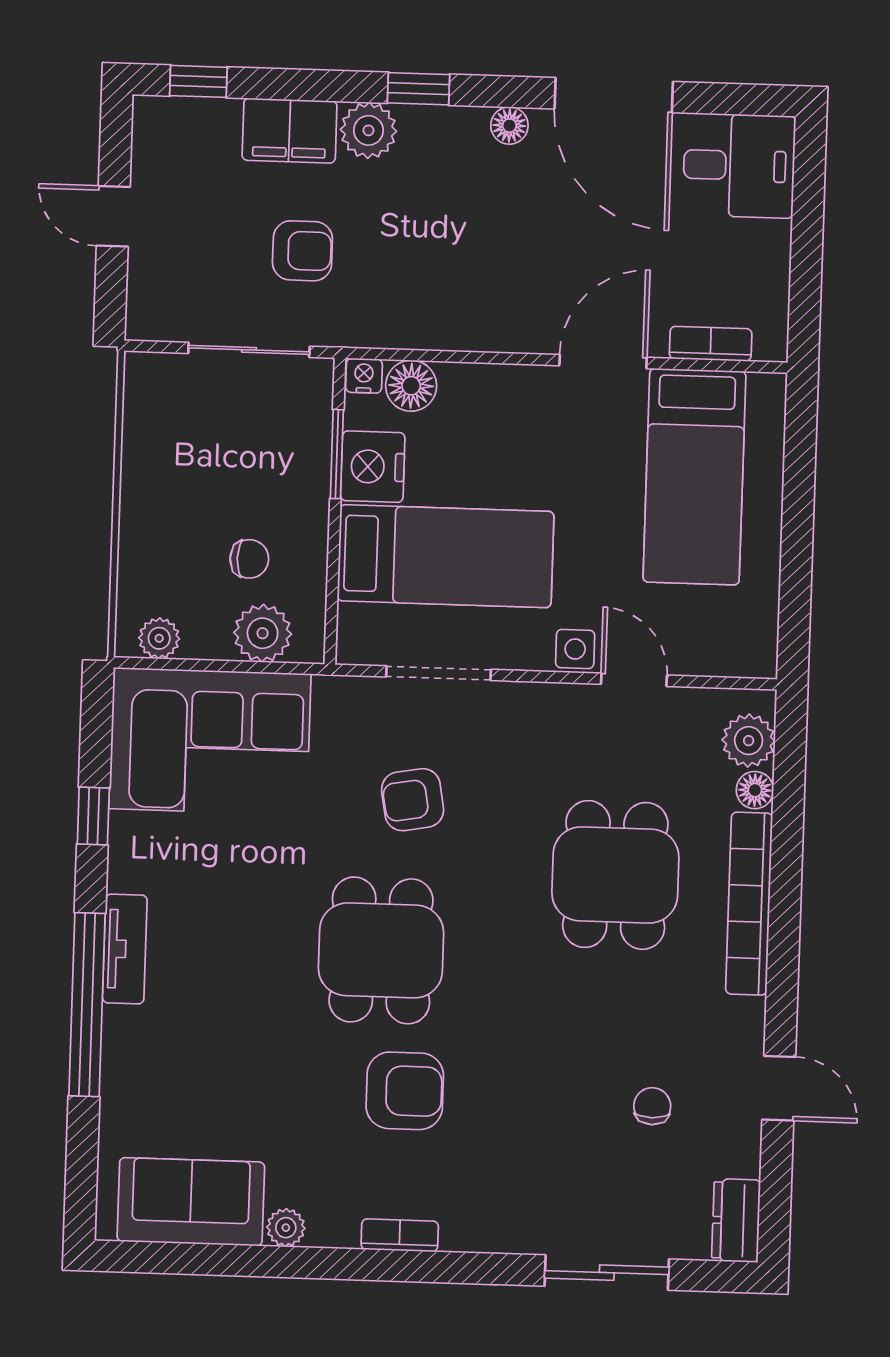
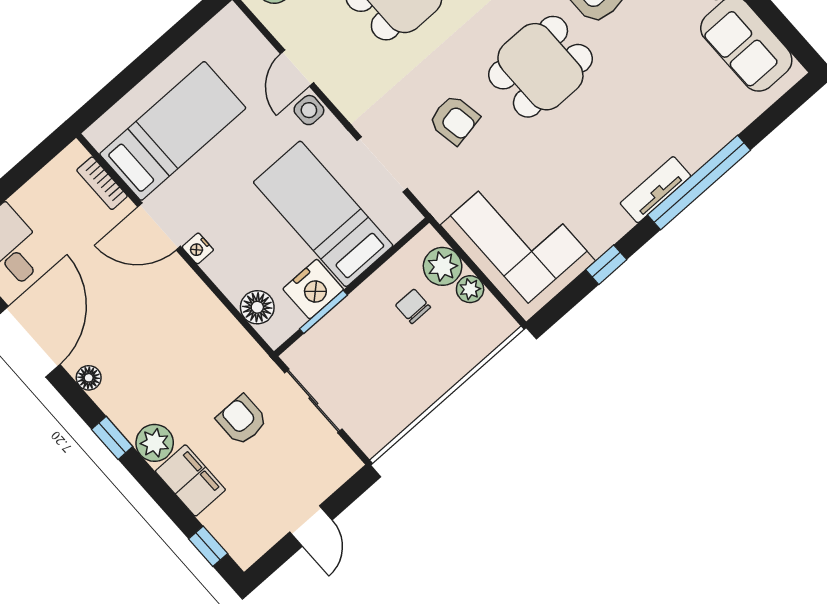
nightstand: (364, 376) -> (198, 248), moved
plant: (159, 638) -> (470, 289), moved

